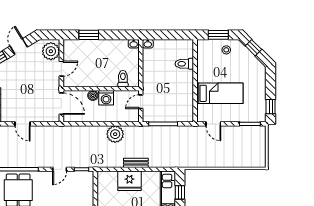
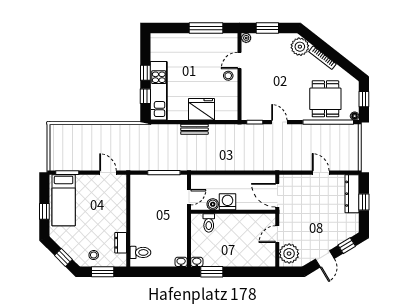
window: (89, 35) -> (212, 272), moved
dresser: (202, 61) -> (121, 243), added
toilet: (184, 64) -> (140, 252), moved
bed: (220, 93) -> (64, 200), moved, turned -90
boiler: (93, 95) -> (213, 204), moved
window: (271, 107) -> (44, 211), moved
plant: (115, 134) -> (217, 161), removed
door: (60, 169) -> (279, 122), hinge flipped

